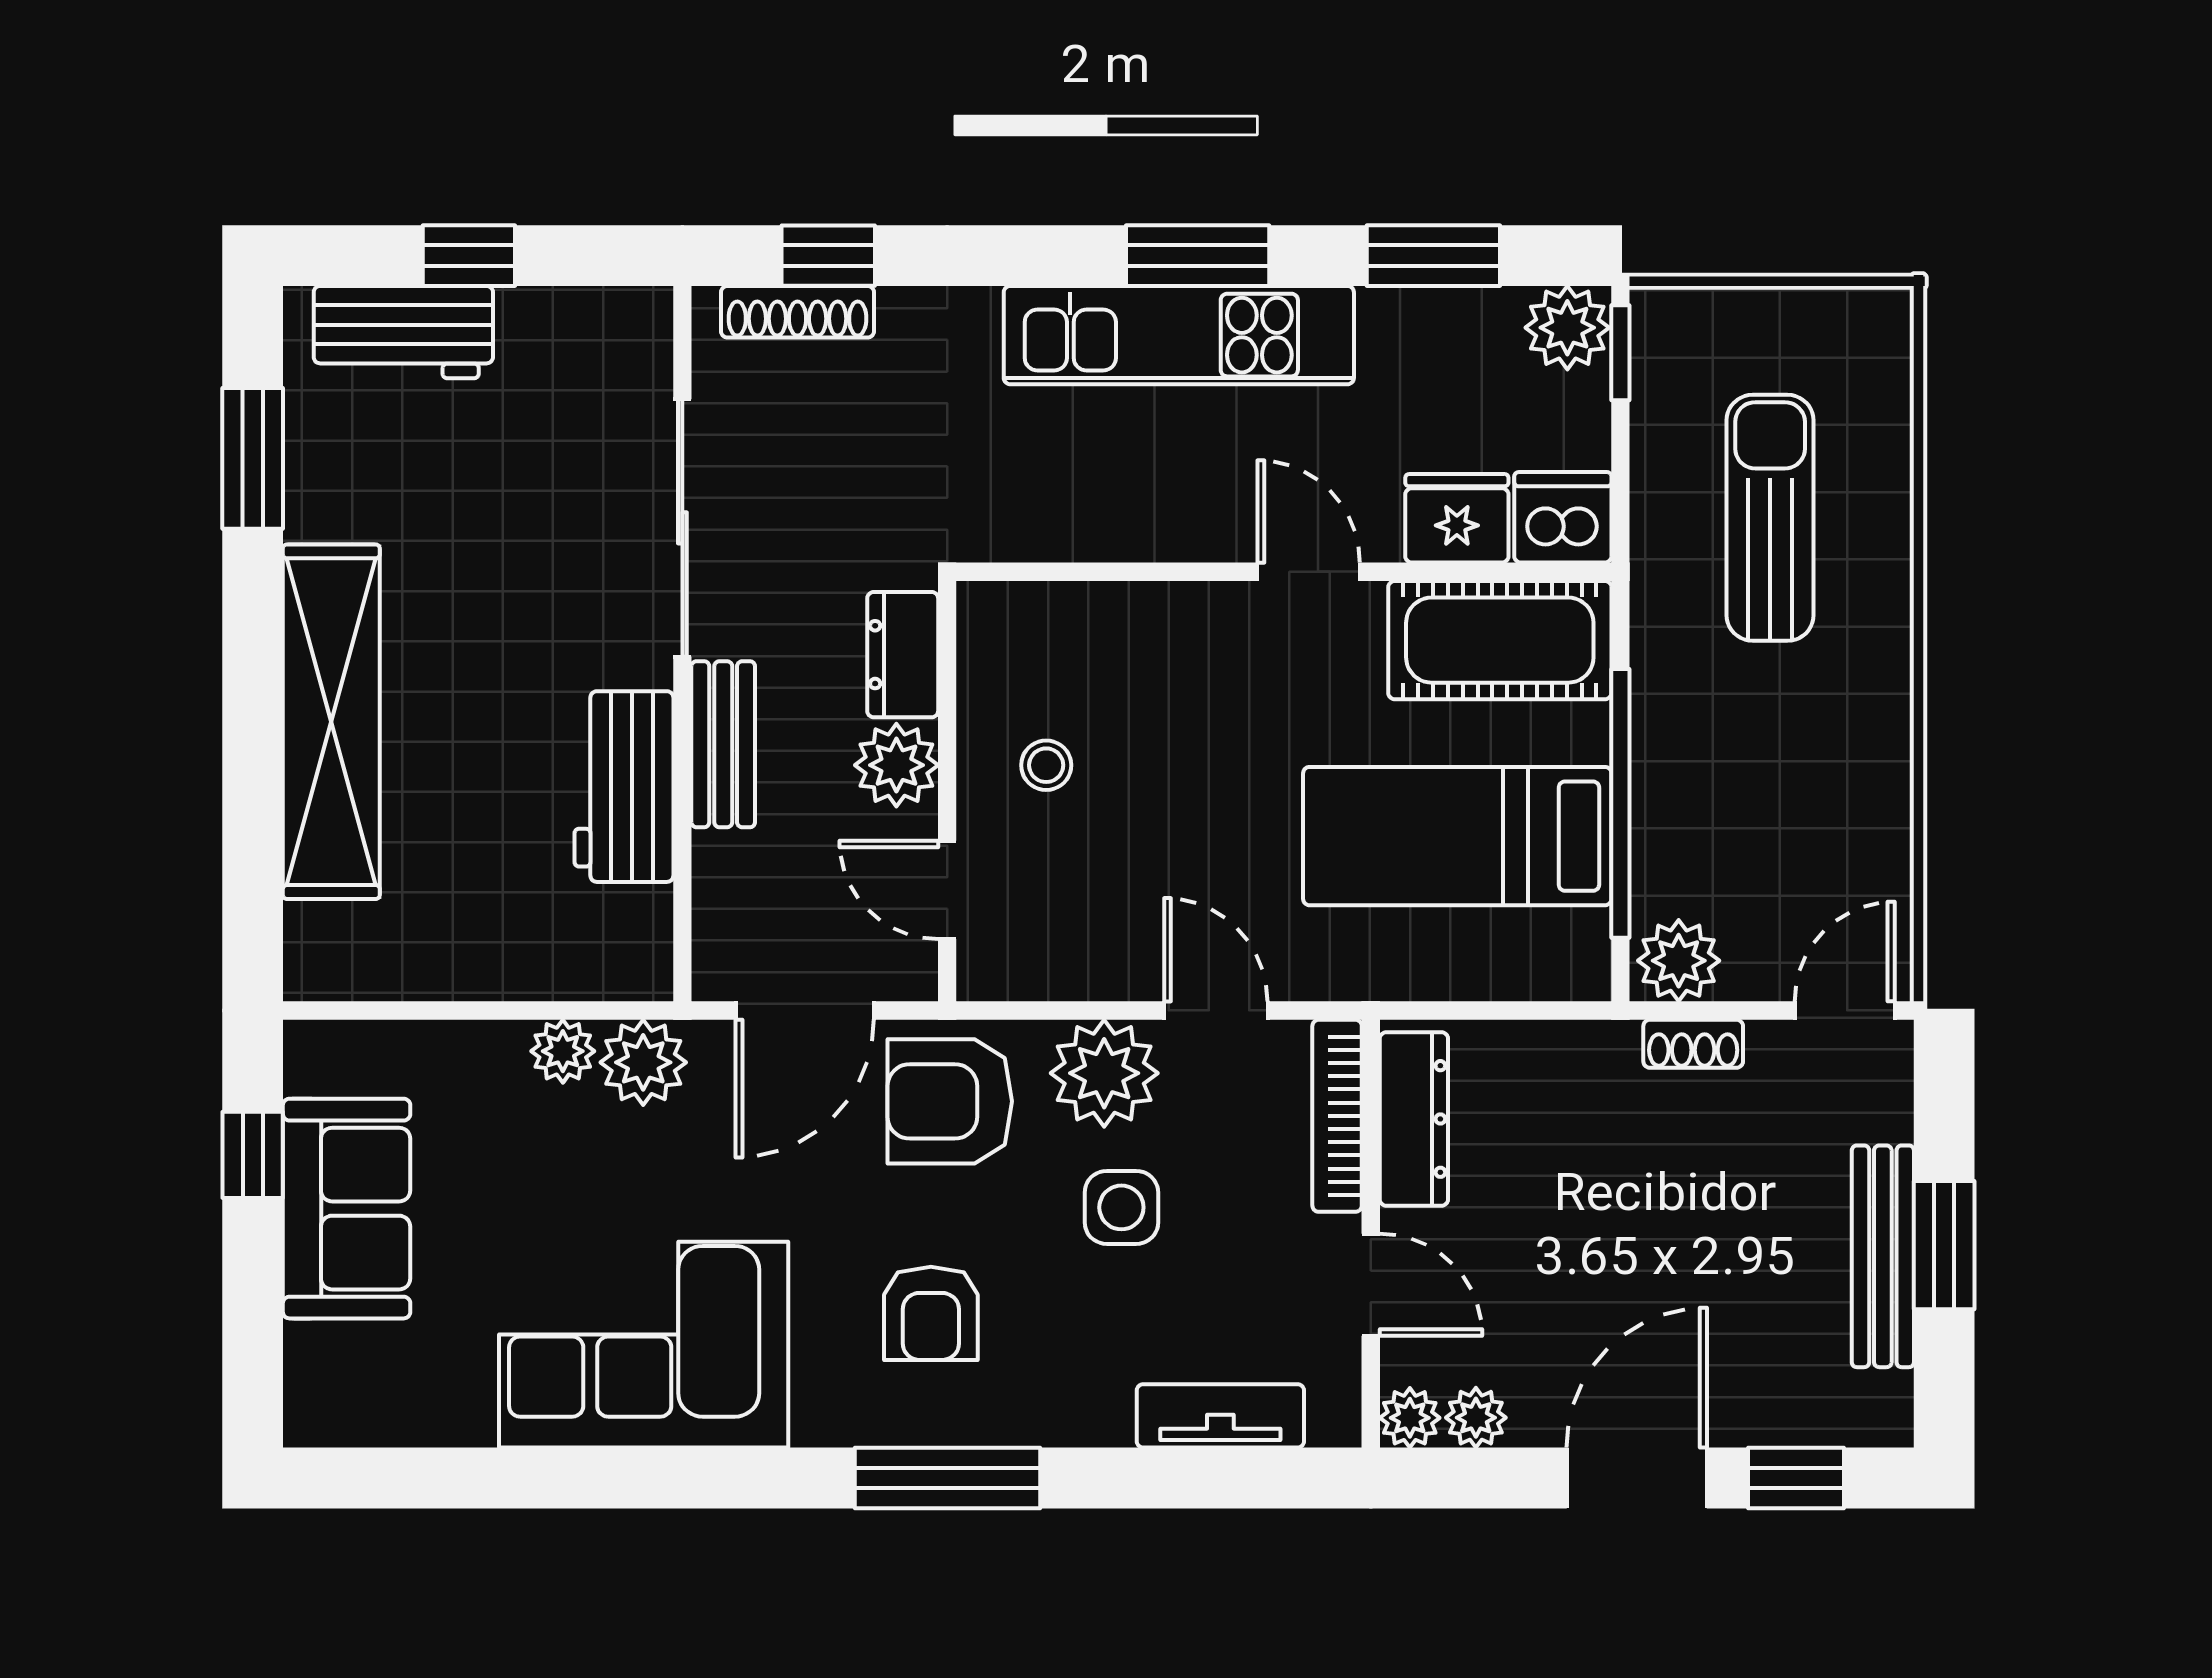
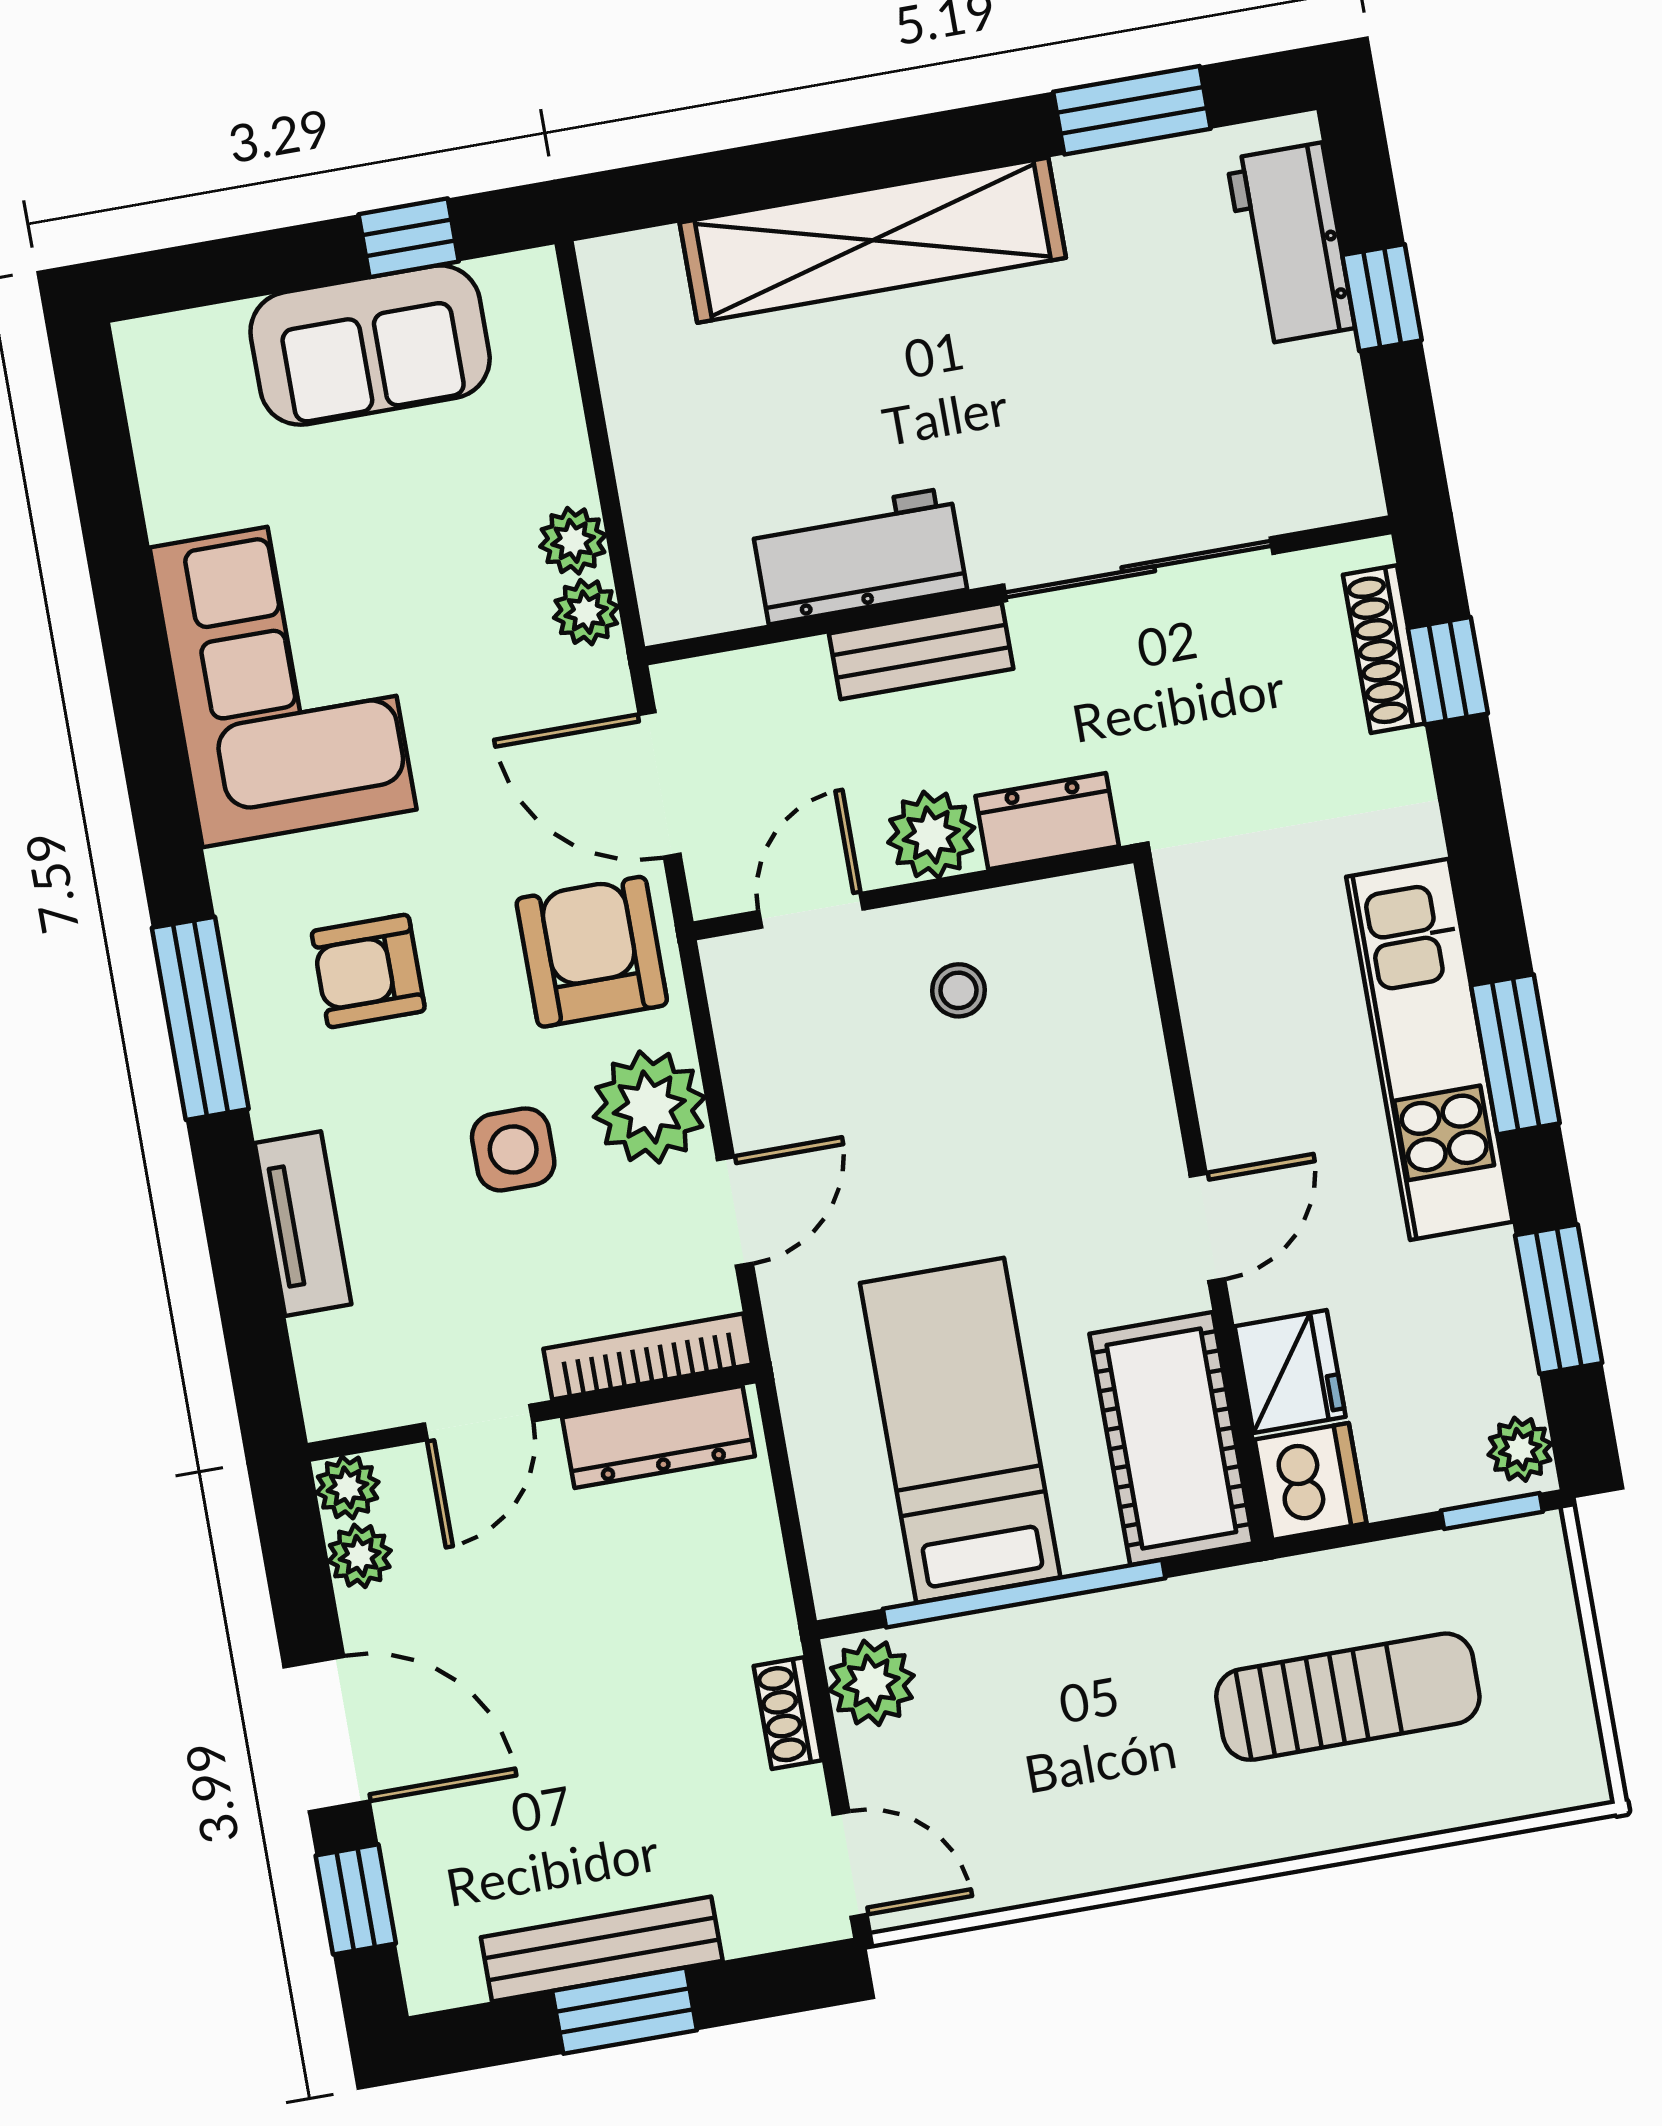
plant: (1567, 328) -> (1520, 1449), width x0.73, depth x0.73
plant: (643, 1062) -> (586, 612), width x0.73, depth x0.73
tv unit: (1220, 1416) -> (303, 1224), moved

